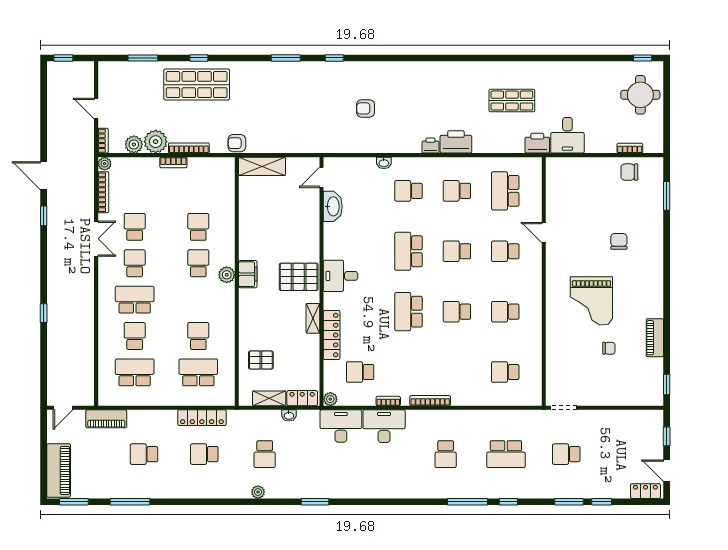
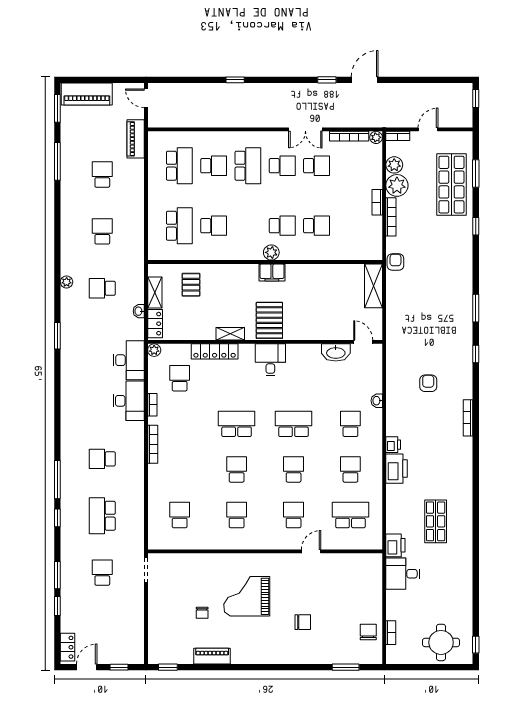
bookcase: (402, 66) -> (468, 418), added
shop shelf: (197, 85) -> (451, 185), moved
locker: (202, 418) -> (137, 229), removed

